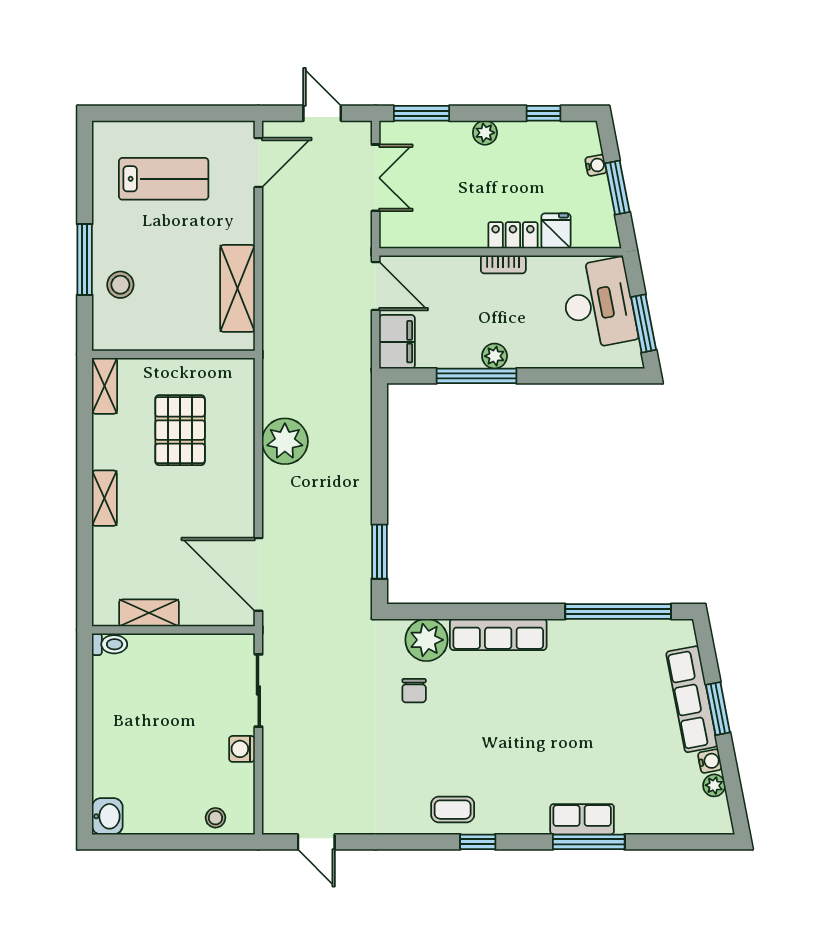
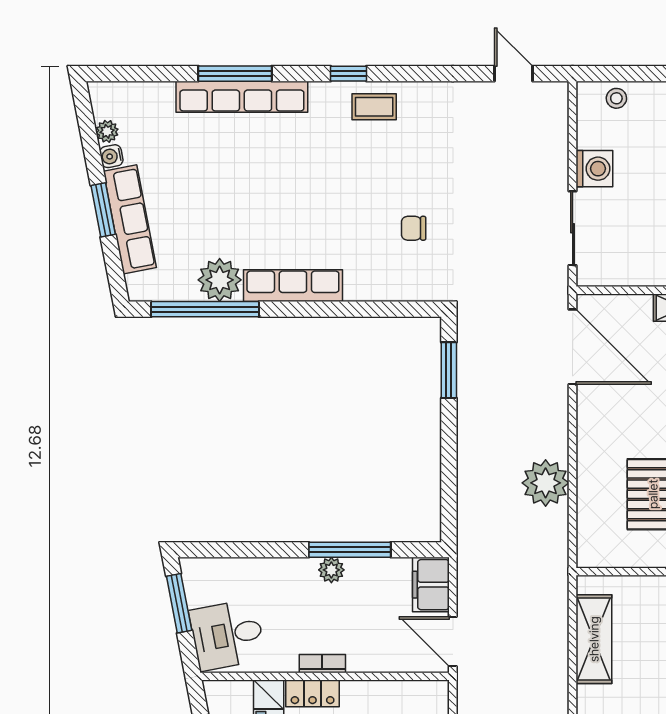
desk: (599, 304) -> (227, 635), width x0.73
row of seats: (498, 634) -> (293, 286), moved
plant: (426, 640) -> (220, 280), moved
chair: (414, 691) -> (414, 228), turned -90
washing machine: (242, 749) -> (594, 169), width x1.38, depth x1.38
row of seats: (582, 819) -> (242, 97), width x2.02

